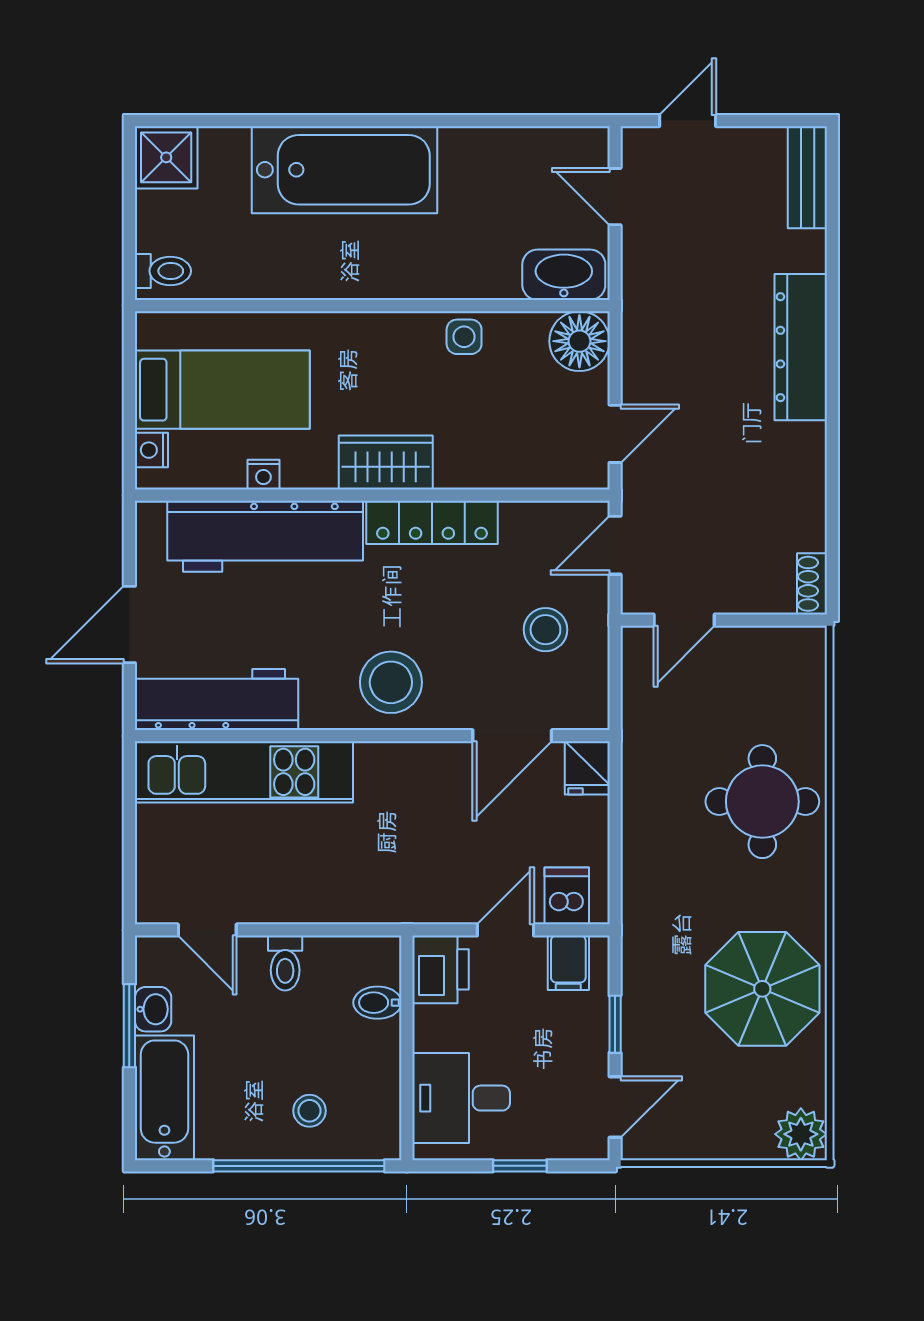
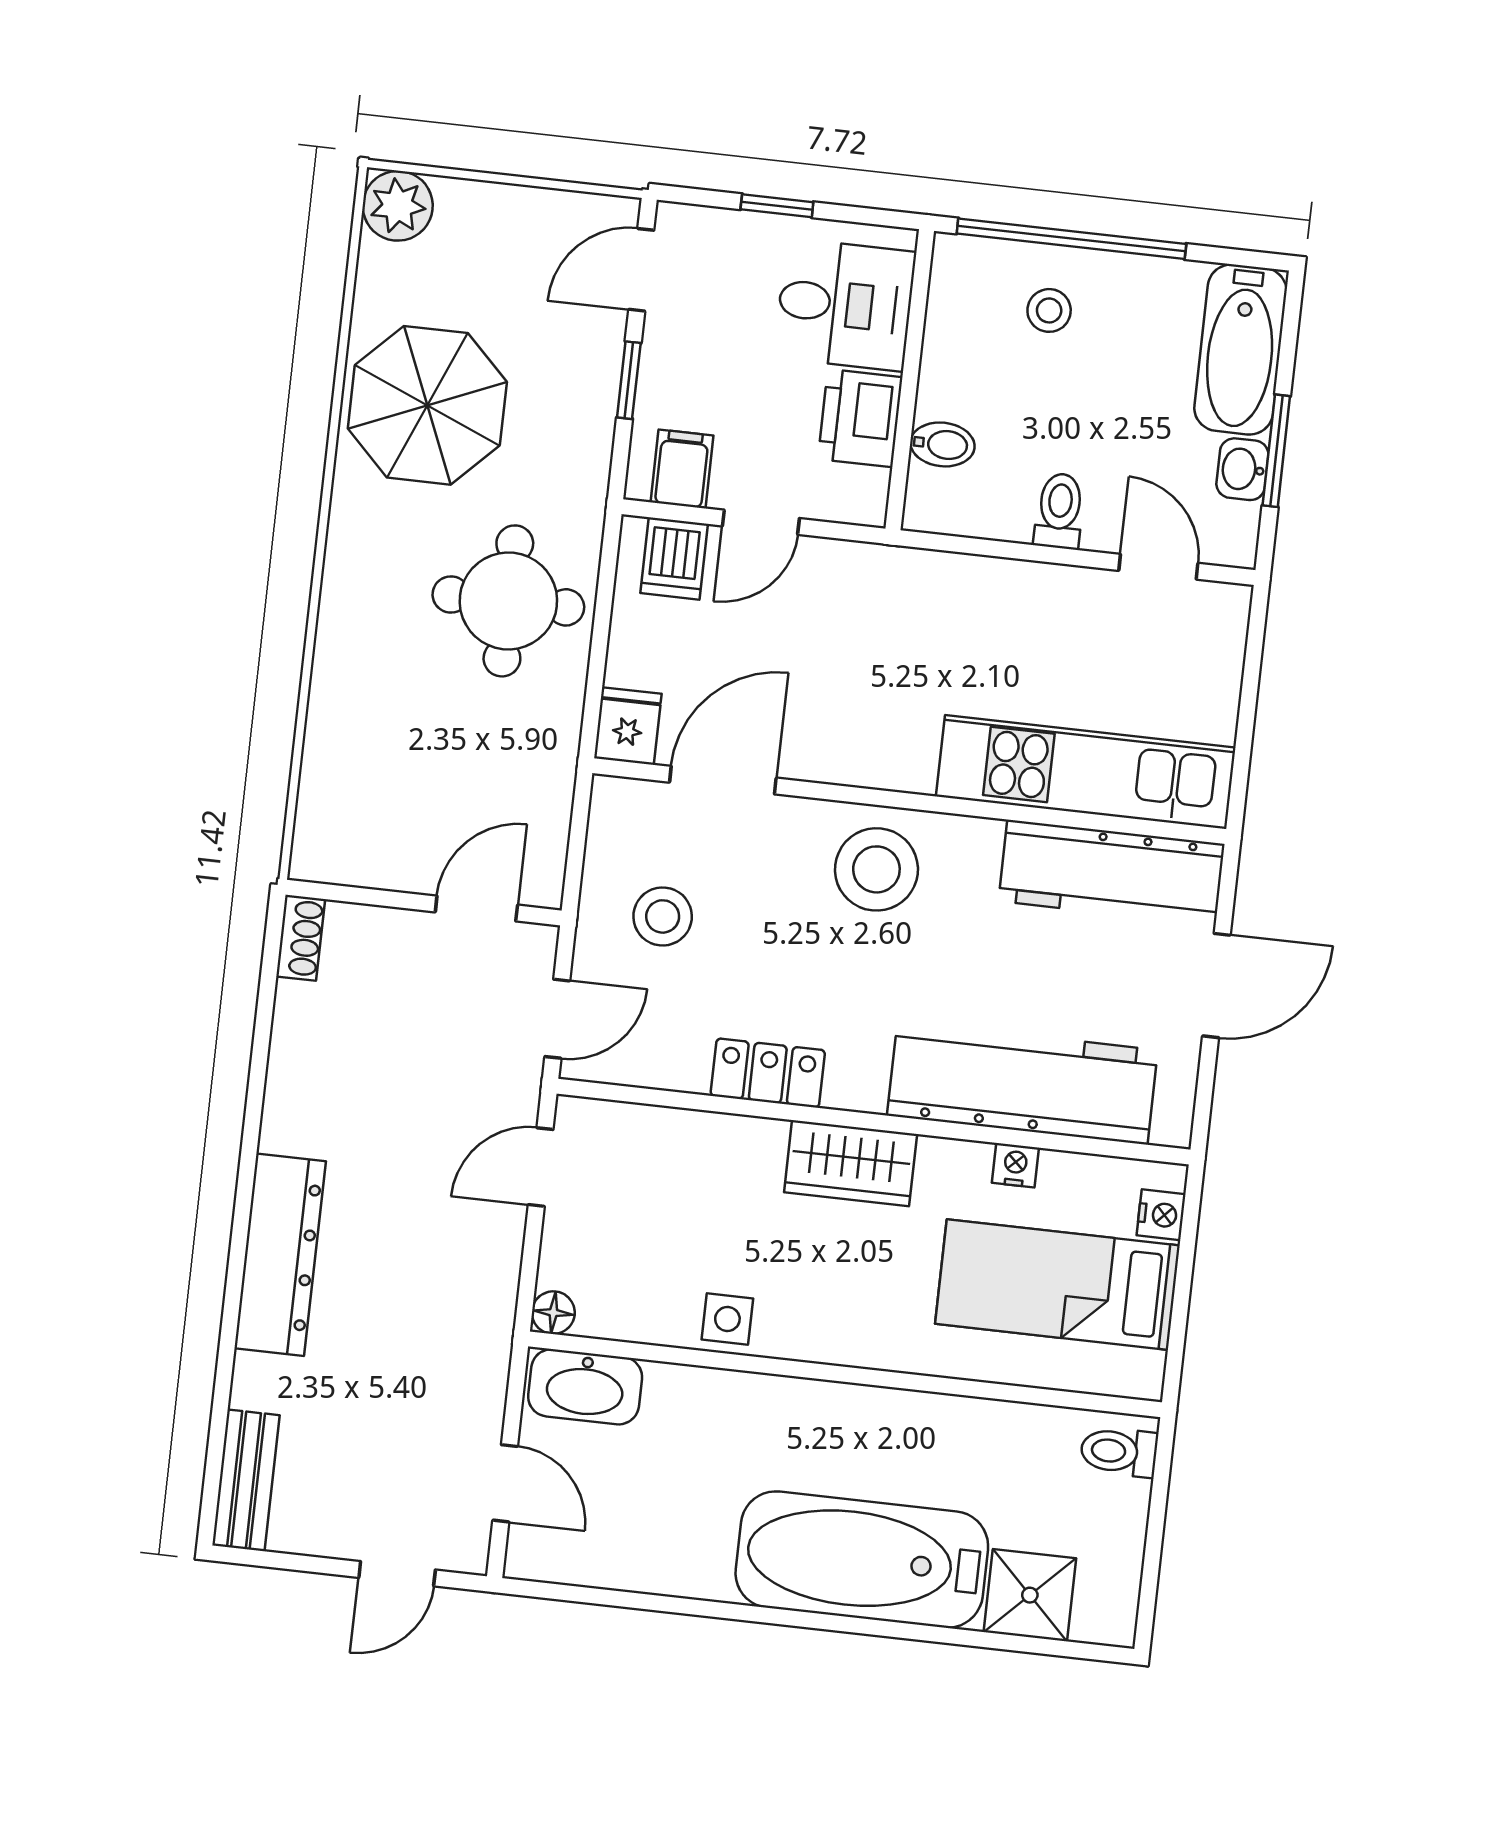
shower: (166, 157) -> (1030, 1595), moved
floor lamp: (579, 341) -> (553, 1313), width x0.53, depth x0.53
locker: (432, 522) -> (768, 1073), width x0.66
round table: (762, 802) -> (508, 601), moved
printer: (441, 969) -> (860, 418), moved

